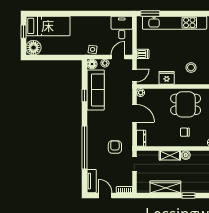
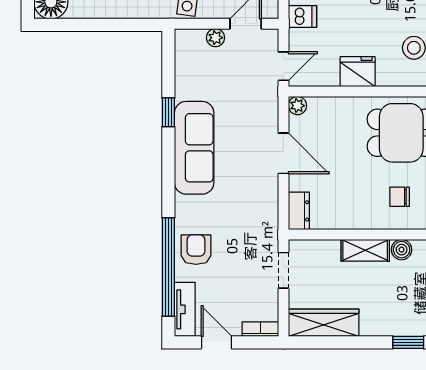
floor lamp: (92, 64) -> (186, 40), removed
sofa: (96, 90) -> (194, 148), moved
armchair: (115, 147) -> (196, 250), moved
window: (84, 148) -> (168, 267), moved
wardrobe: (165, 187) -> (324, 323), moved

